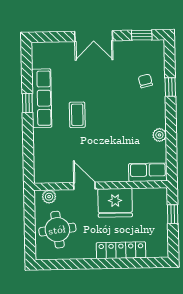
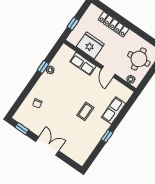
window: (170, 87) -> (43, 67), moved
row of seats: (42, 98) -> (114, 110), moved, width x0.68
row of seats: (148, 172) -> (83, 64), moved
fridge: (115, 203) -> (90, 45), moved

